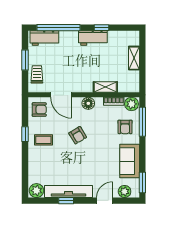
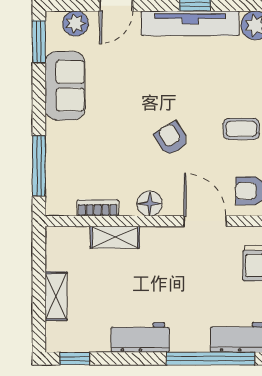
window: (101, 28) -> (75, 359), moved
plant: (132, 104) -> (61, 202), removed
armchair: (125, 127) -> (74, 156), removed

